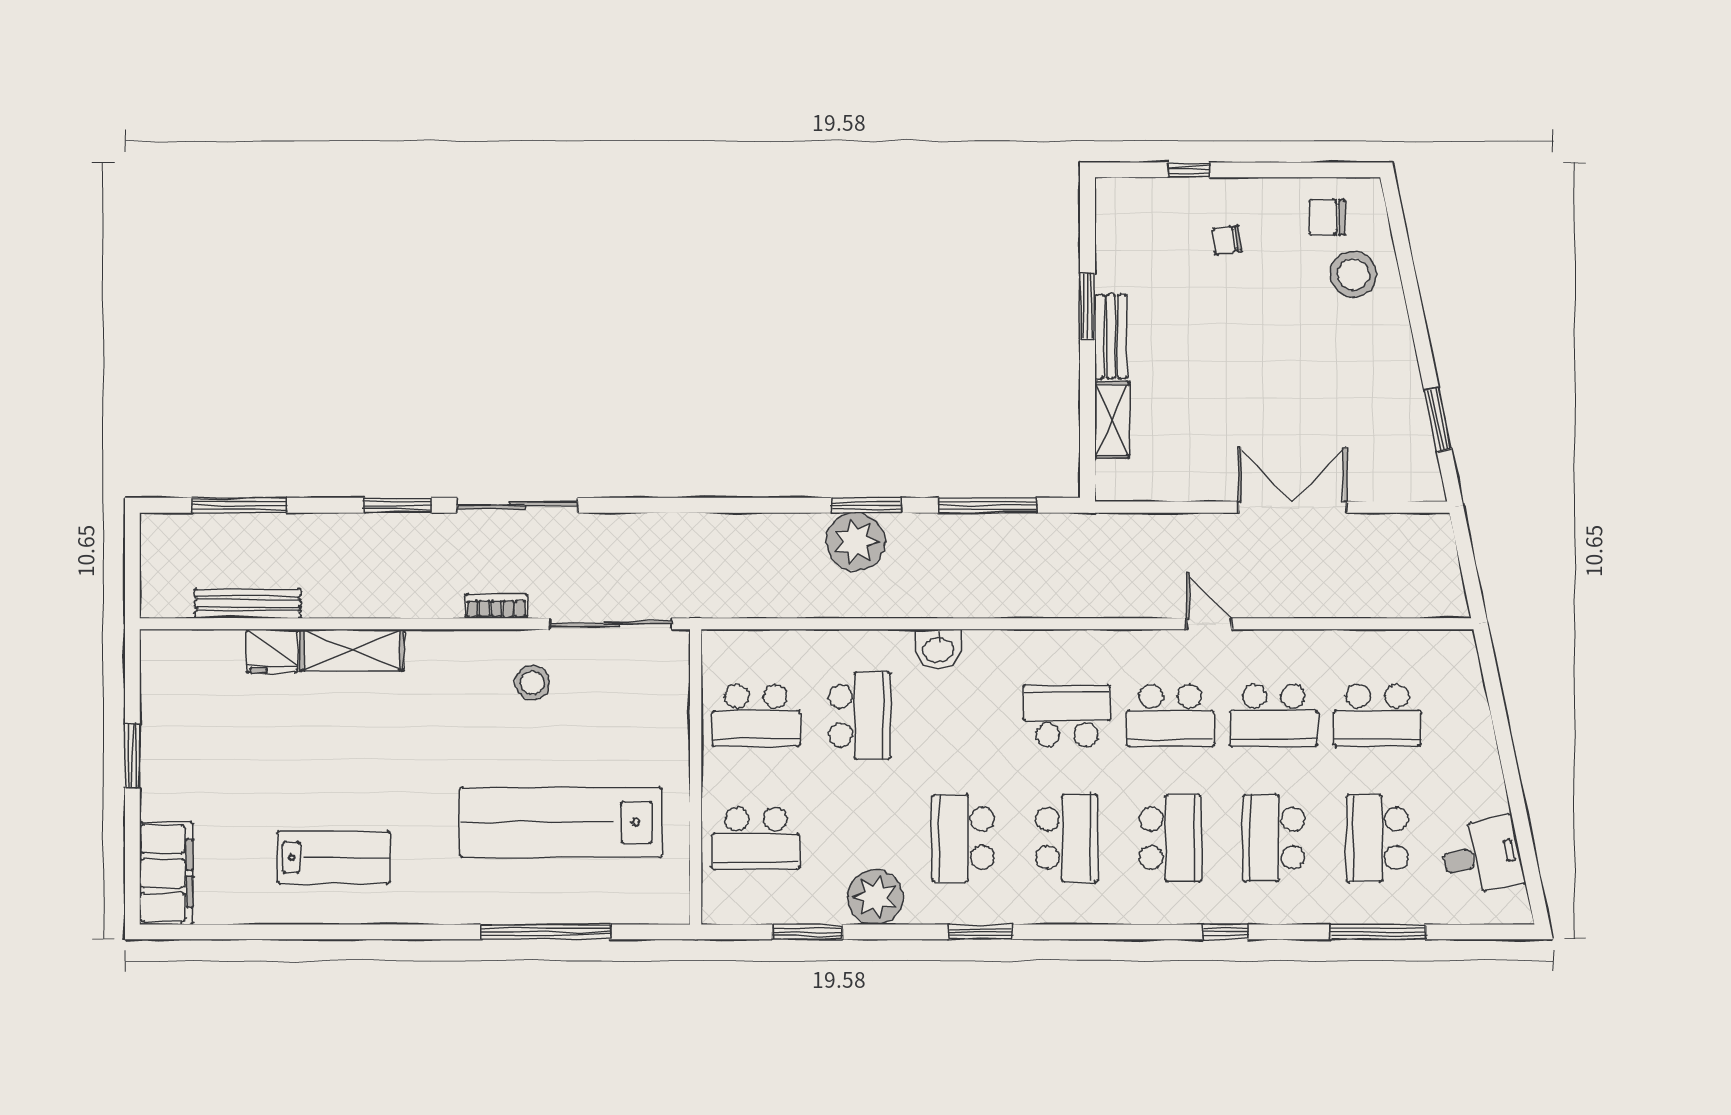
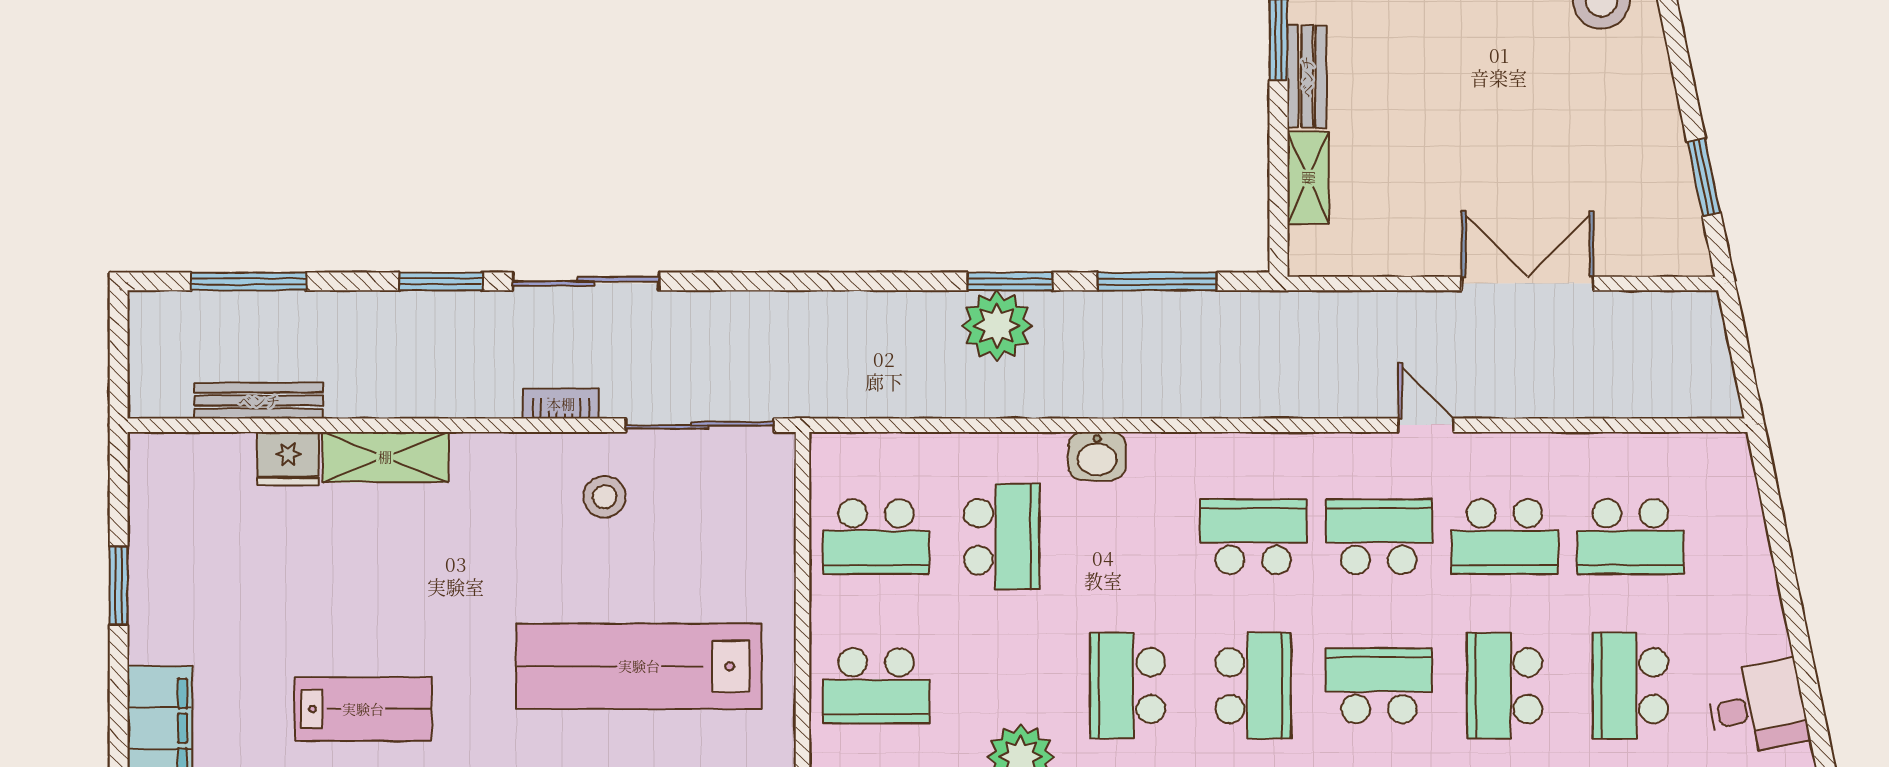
school desk: (1170, 716) -> (1379, 537), turned 180
school desk: (1170, 838) -> (1379, 686), turned -90

